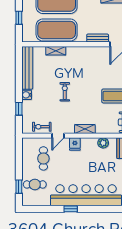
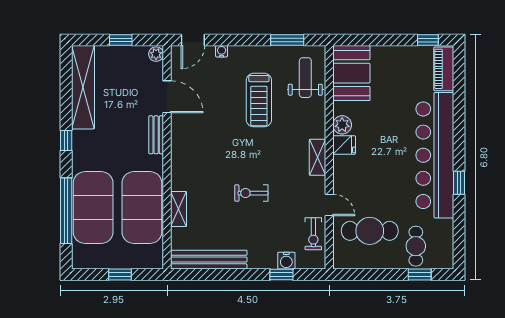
water cooler: (27, 95) -> (286, 261), moved
fridge: (75, 144) -> (344, 145), moved
cafe table: (43, 158) -> (370, 231), width x1.37, depth x1.35

